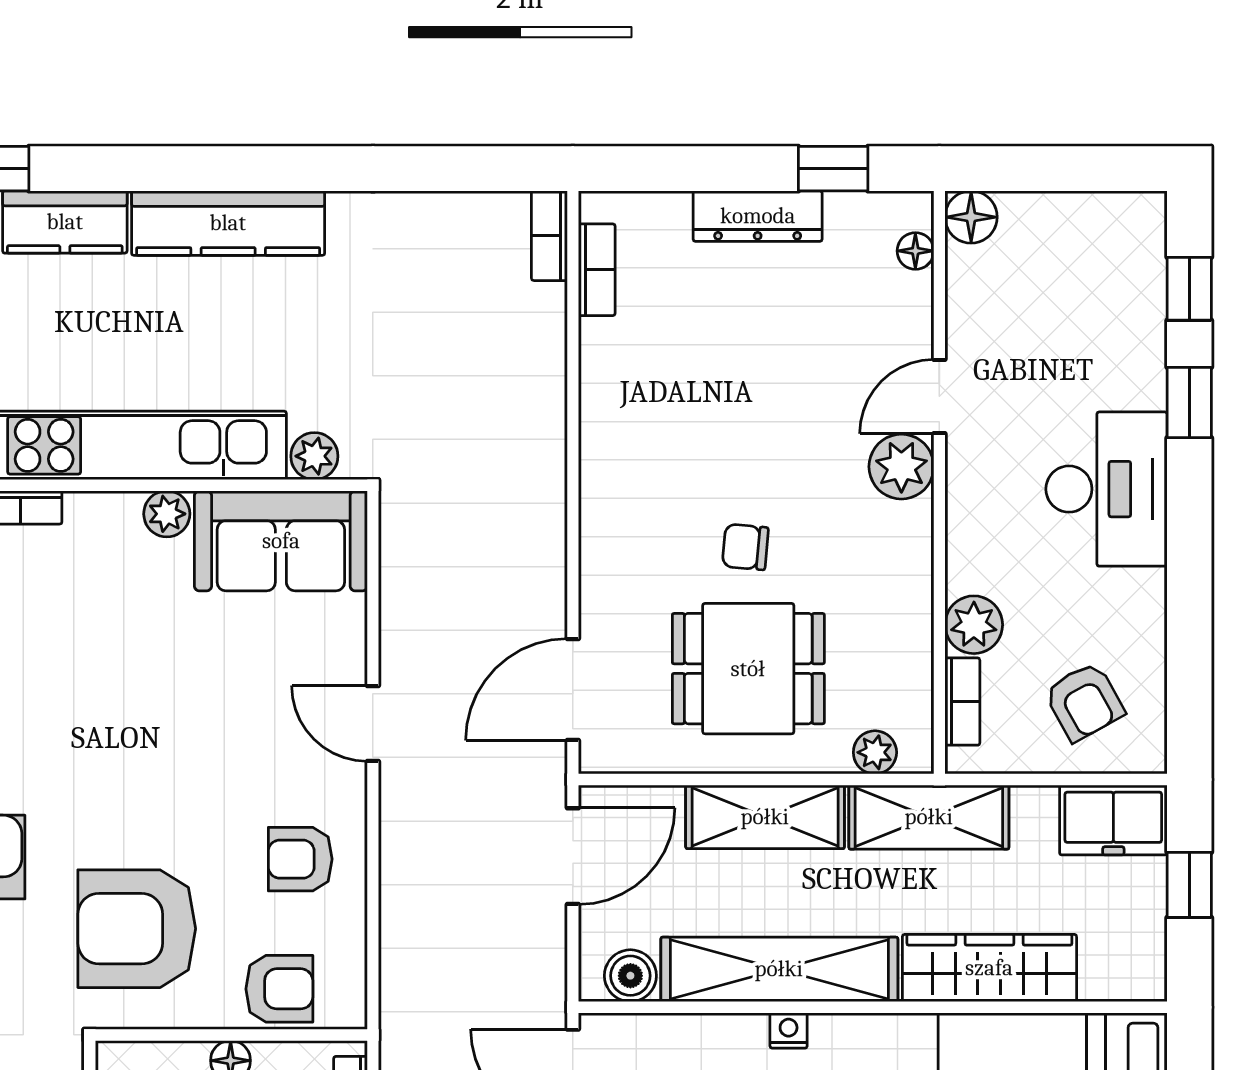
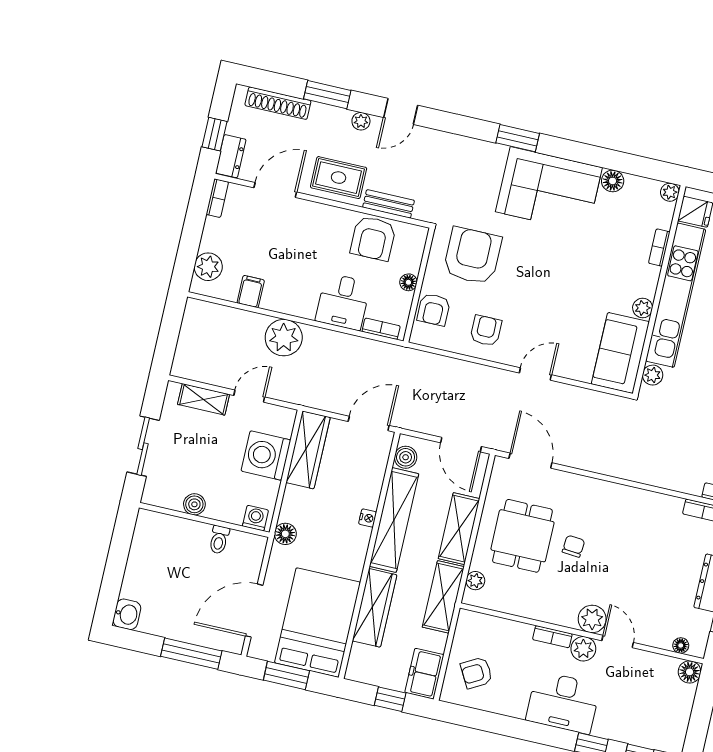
plant: (974, 625) -> (583, 649), moved
bookcase: (962, 702) -> (552, 637), moved

